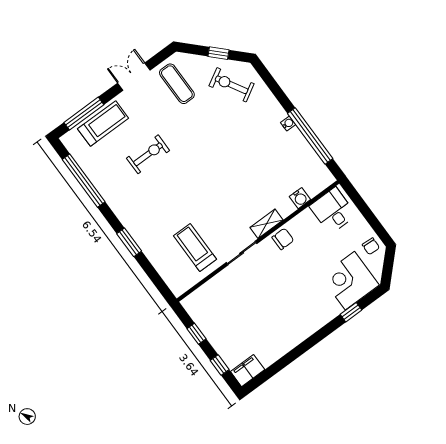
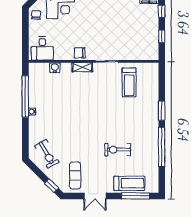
window: (219, 53) -> (51, 186), moved
treadmill: (103, 123) -> (129, 183), turned 180
window: (84, 181) -> (162, 147), moved

